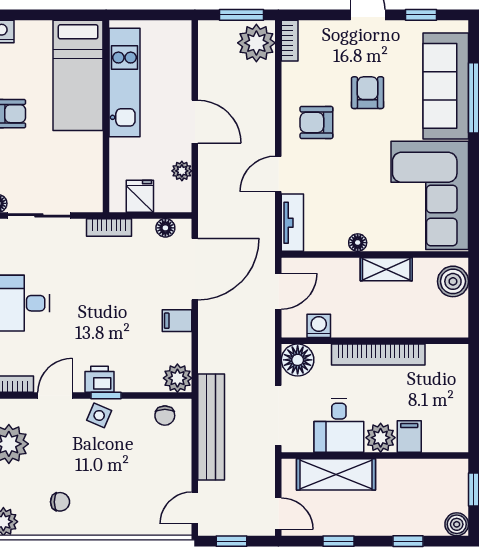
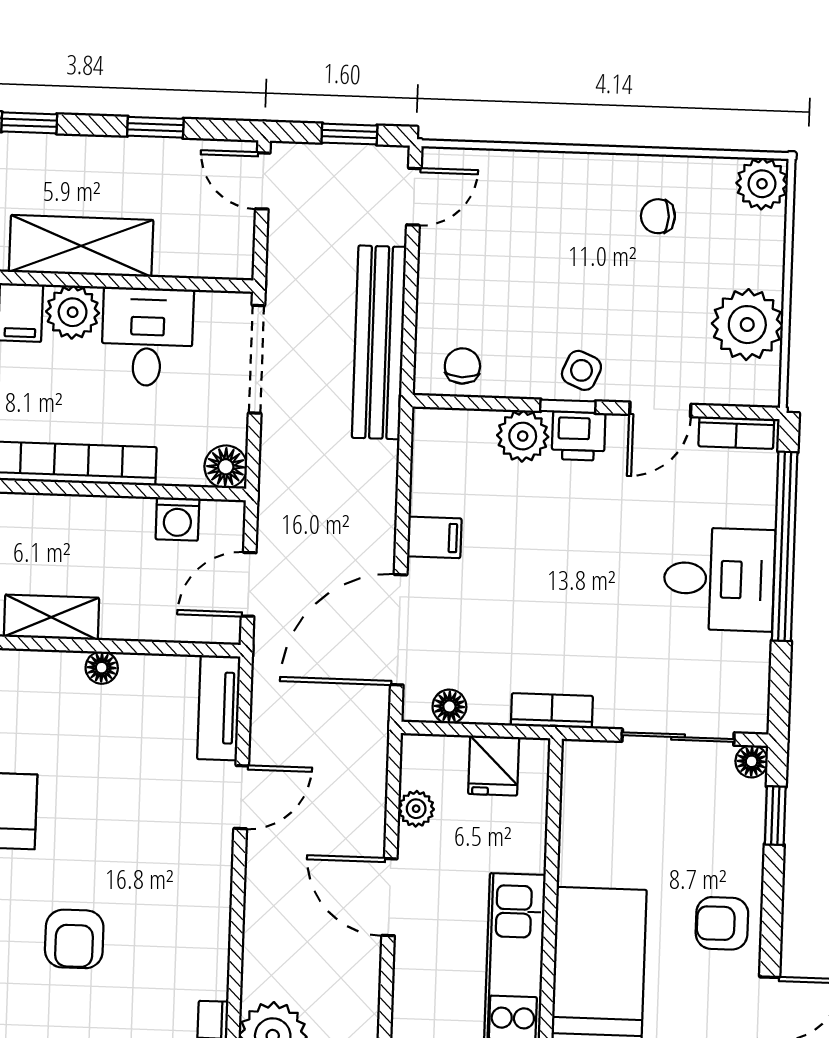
armchair: (316, 122) -> (169, 888), removed
floor lamp: (298, 360) -> (226, 467), width x0.73, depth x0.73
plant: (177, 378) -> (523, 436), moved
shelving: (336, 474) -> (81, 246), moved

